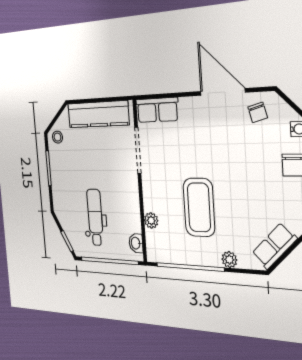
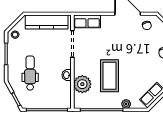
dental chair: (95, 217) -> (30, 73), moved
plant: (151, 220) -> (82, 84), width x1.88, depth x1.88
washbasin: (136, 243) -> (67, 75), moved

